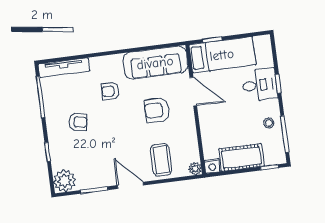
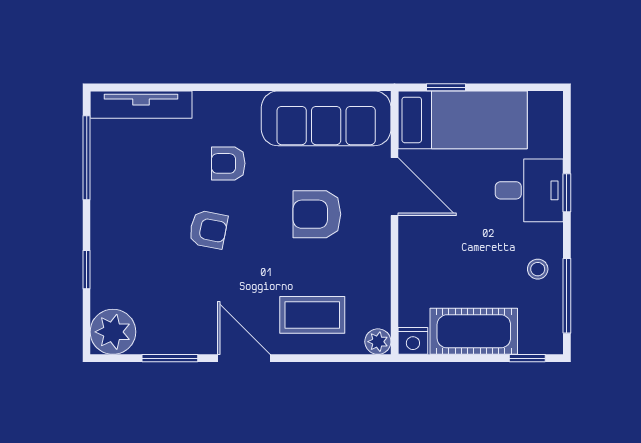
armchair: (78, 122) -> (208, 229), moved
coffee table: (161, 160) -> (312, 315), turned 90

